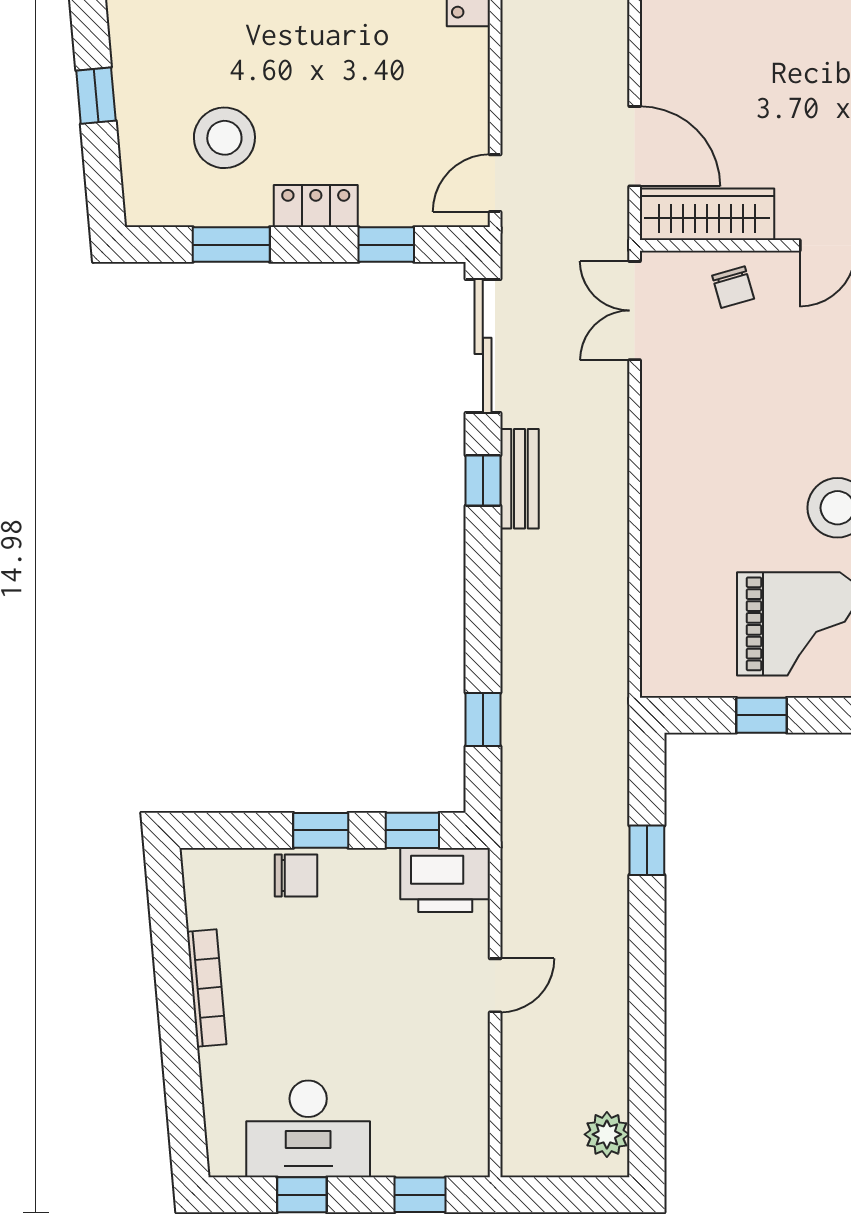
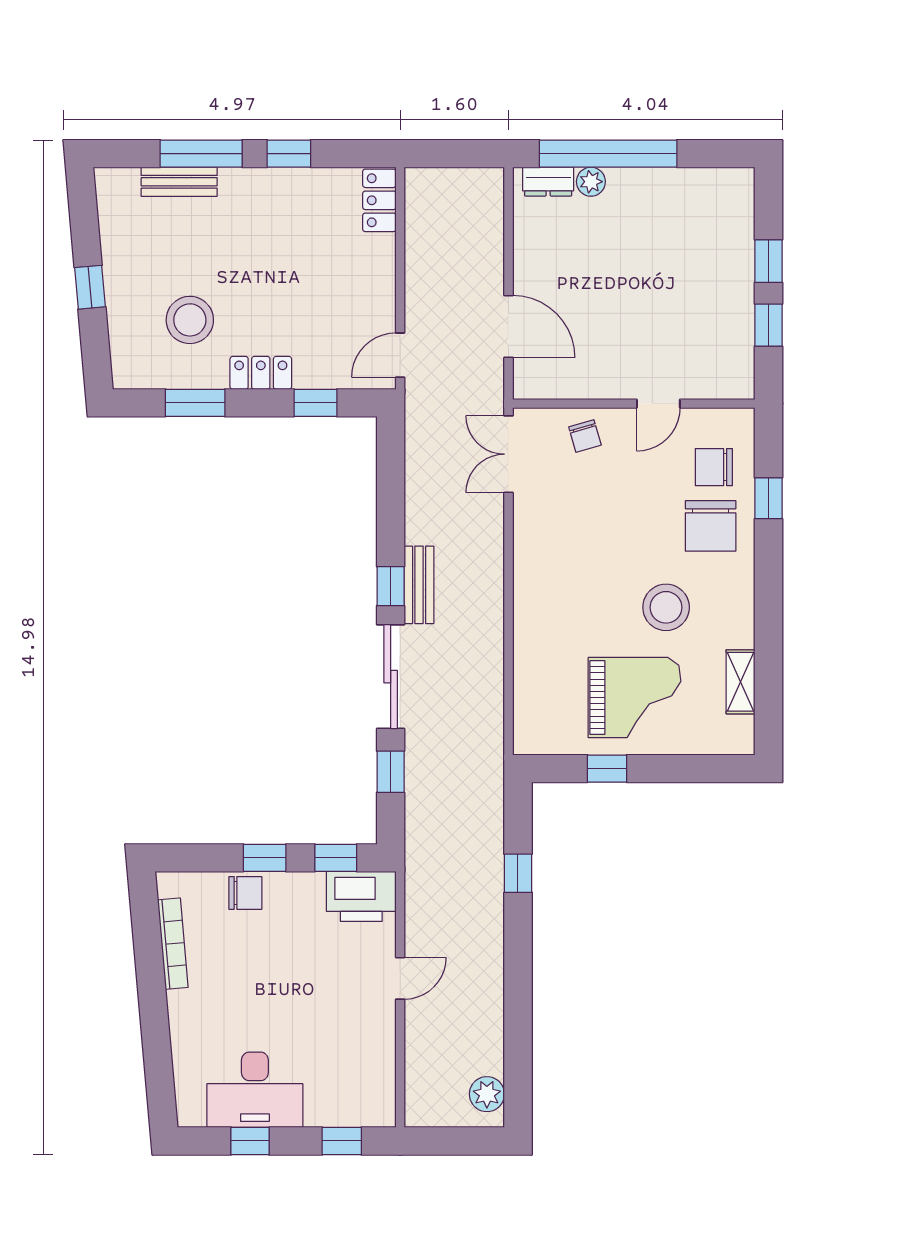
wardrobe: (707, 214) -> (565, 379), removed
sliding door: (483, 346) -> (391, 677), moved
bookcase: (207, 988) -> (173, 944), moved

